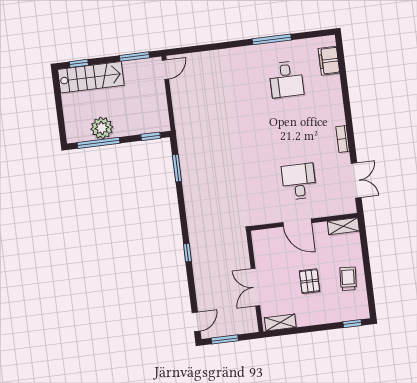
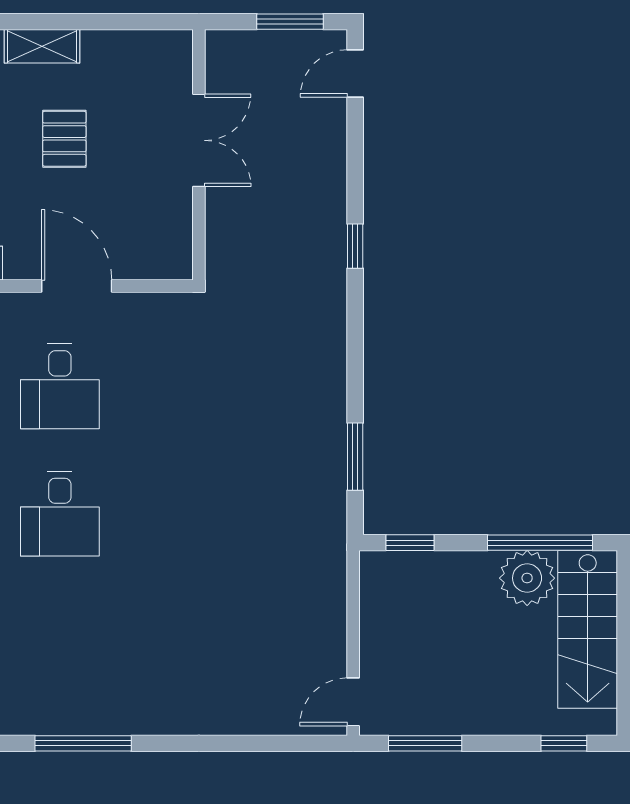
stairs: (91, 77) -> (588, 629), moved, turned -90
desk: (286, 79) -> (60, 514), moved, turned 180
shelving: (280, 322) -> (42, 46), moved

